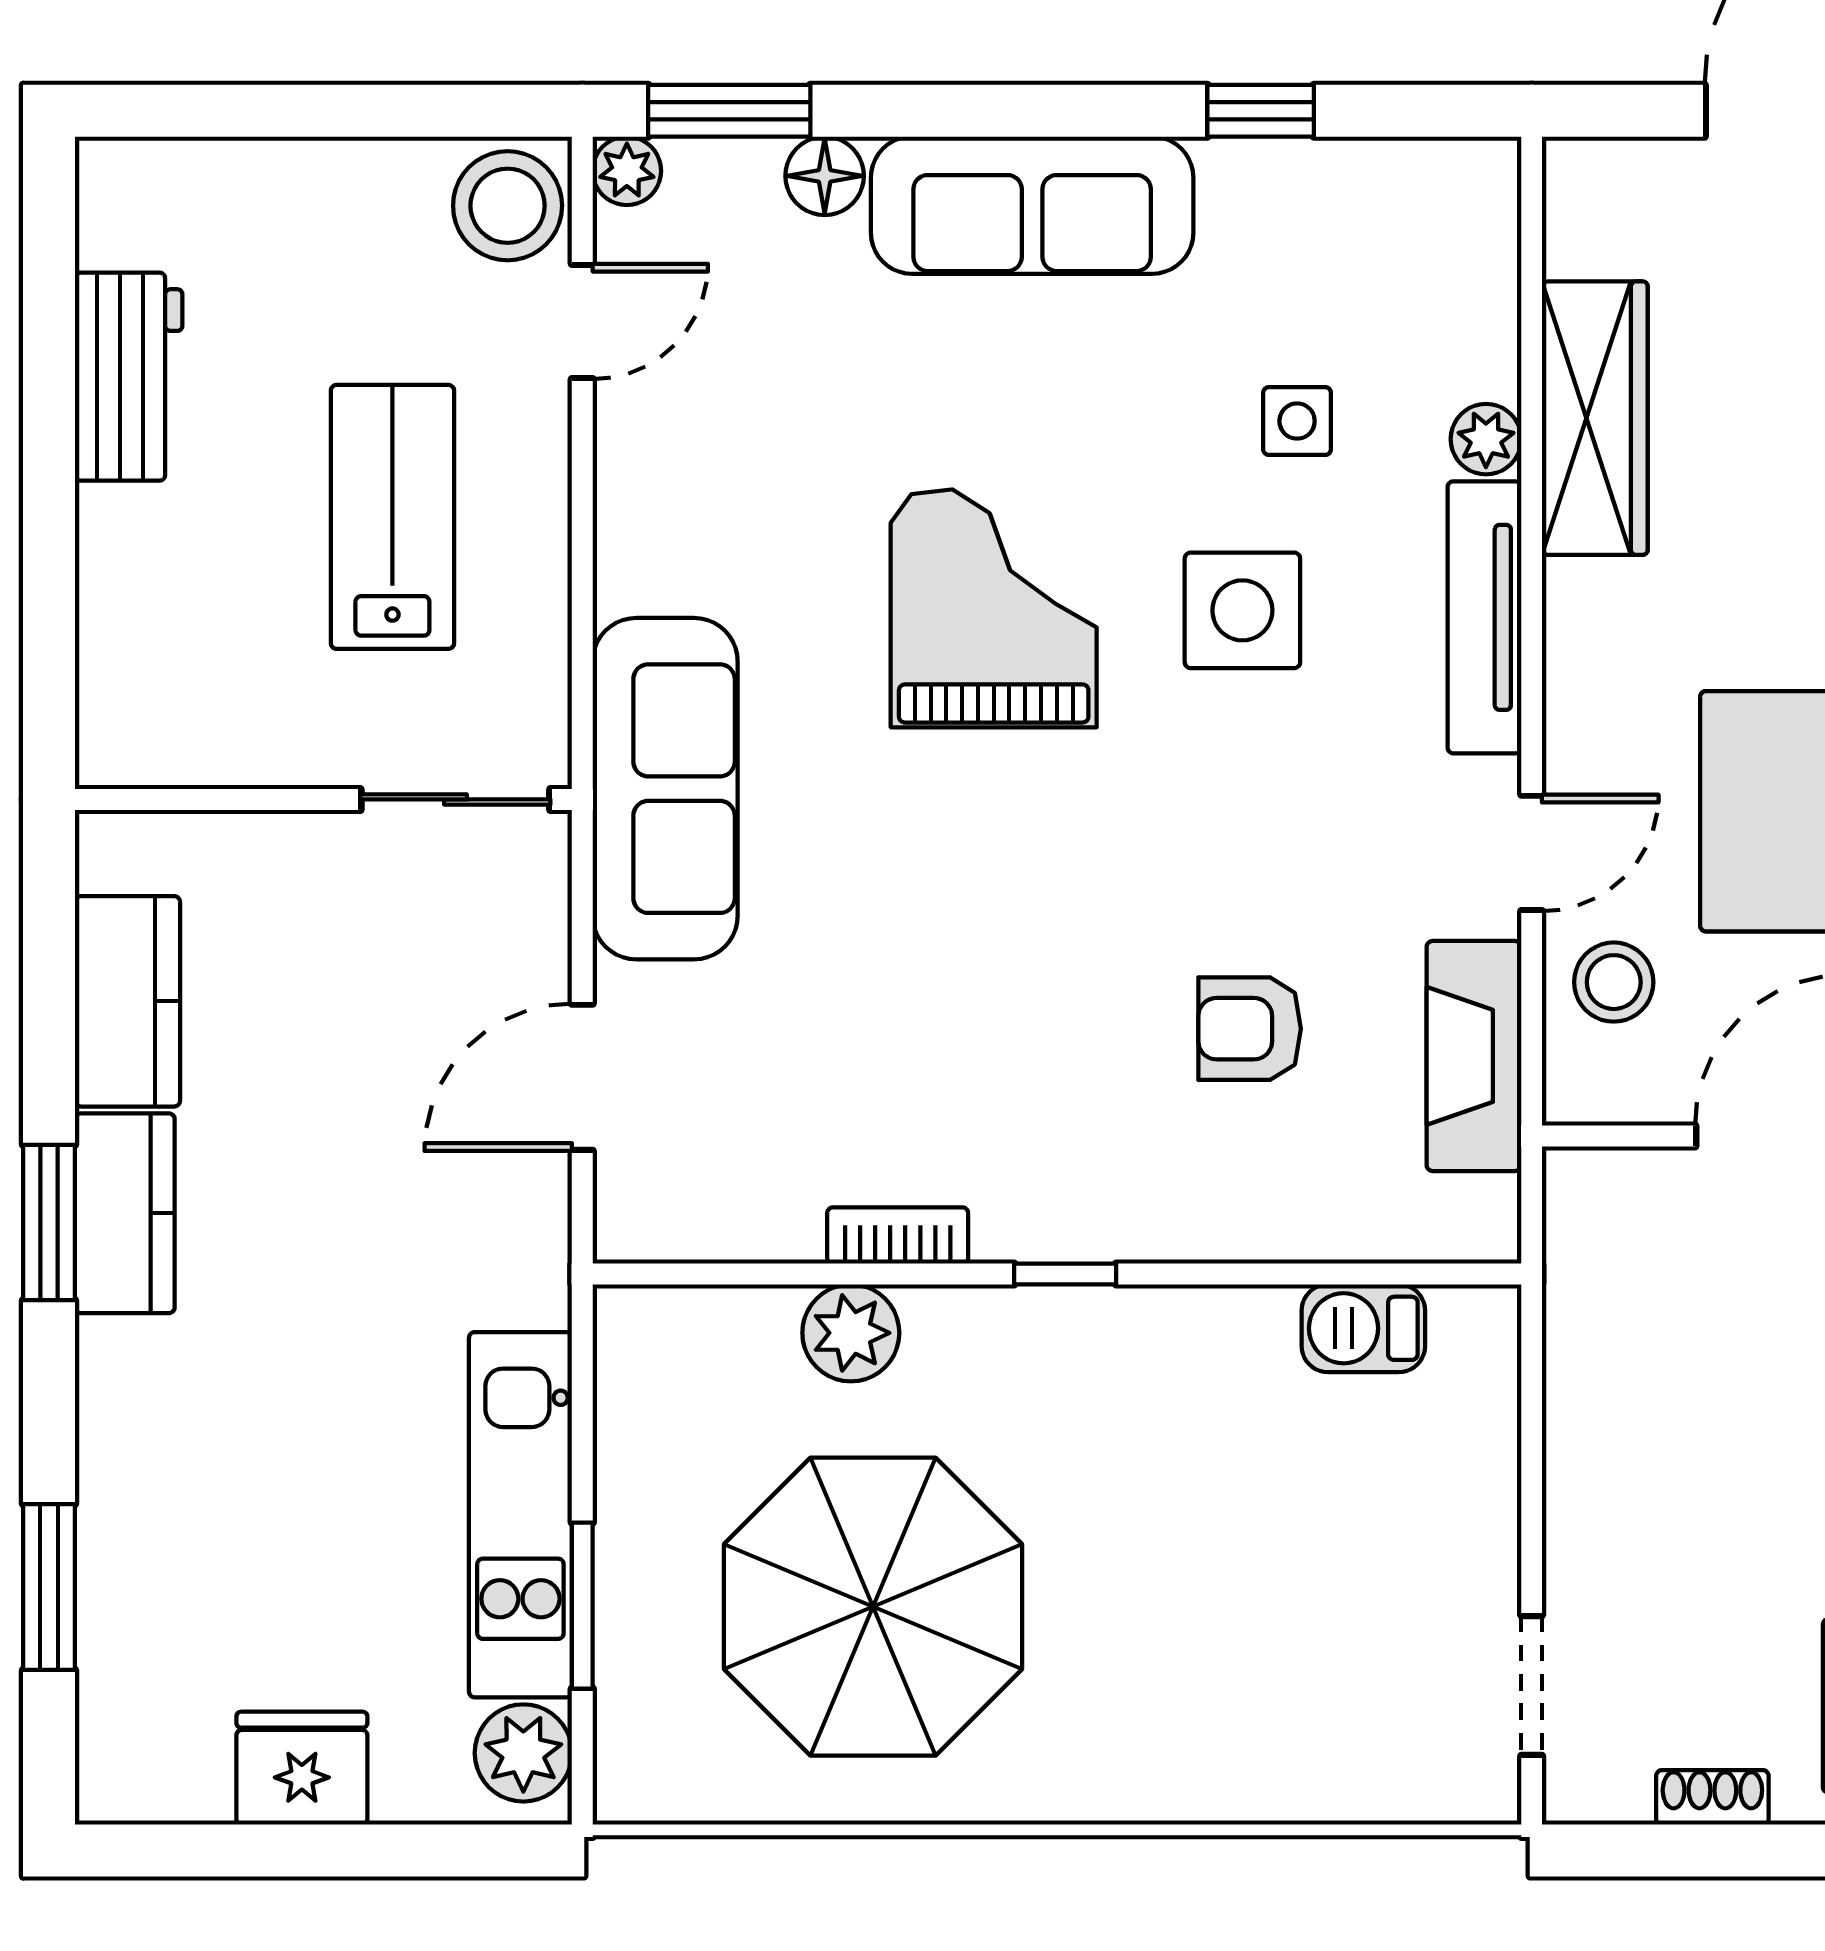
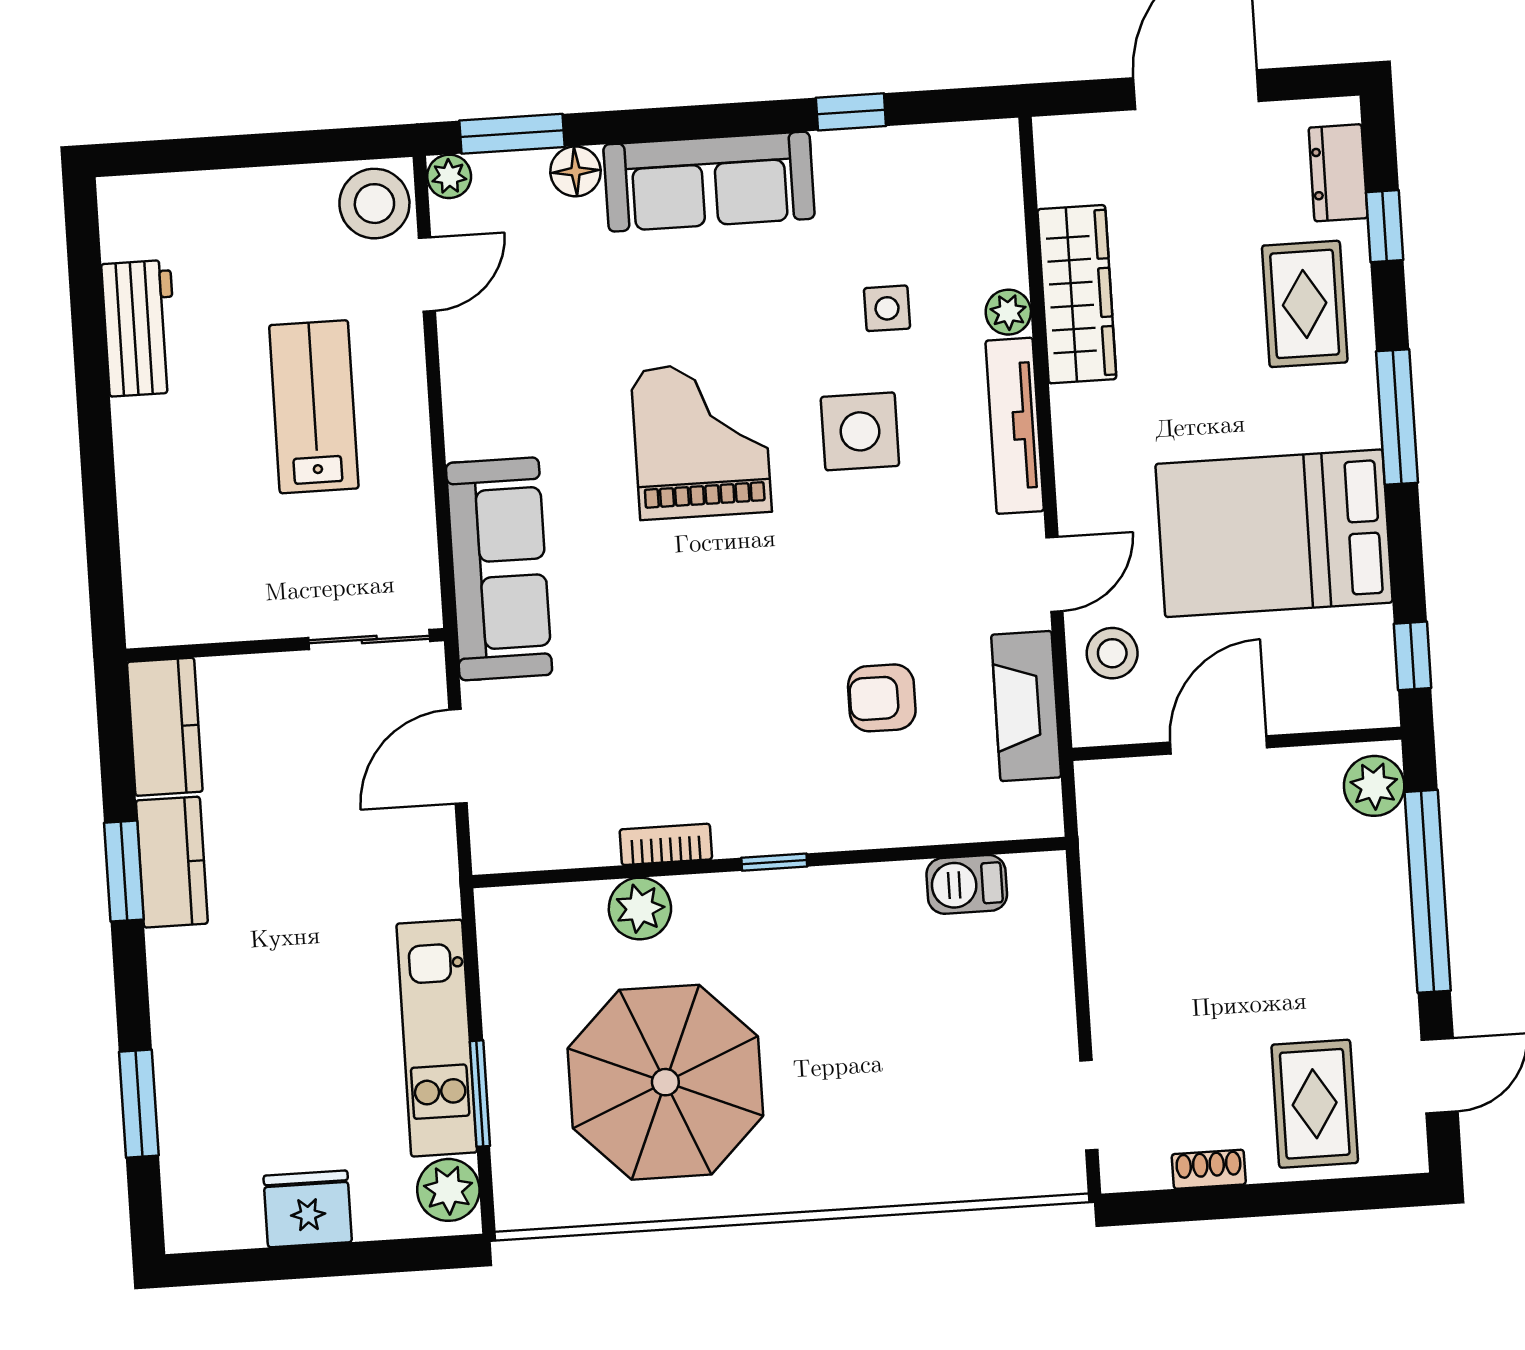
wall: (323, 799) -> (285, 645), moved
sliding door: (455, 799) -> (369, 639), moved

